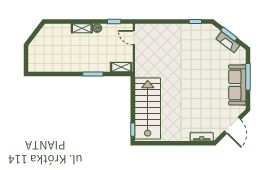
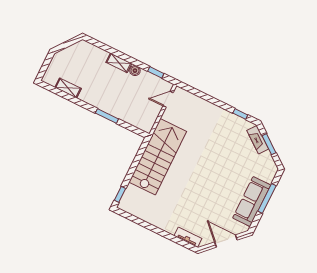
door: (134, 38) -> (168, 99), hinge flipped
fireplace: (228, 42) -> (258, 140), moved
shelving: (121, 67) -> (68, 88), moved
stairs: (148, 109) -> (158, 157), moved
door: (233, 125) -> (226, 241), swing flipped

